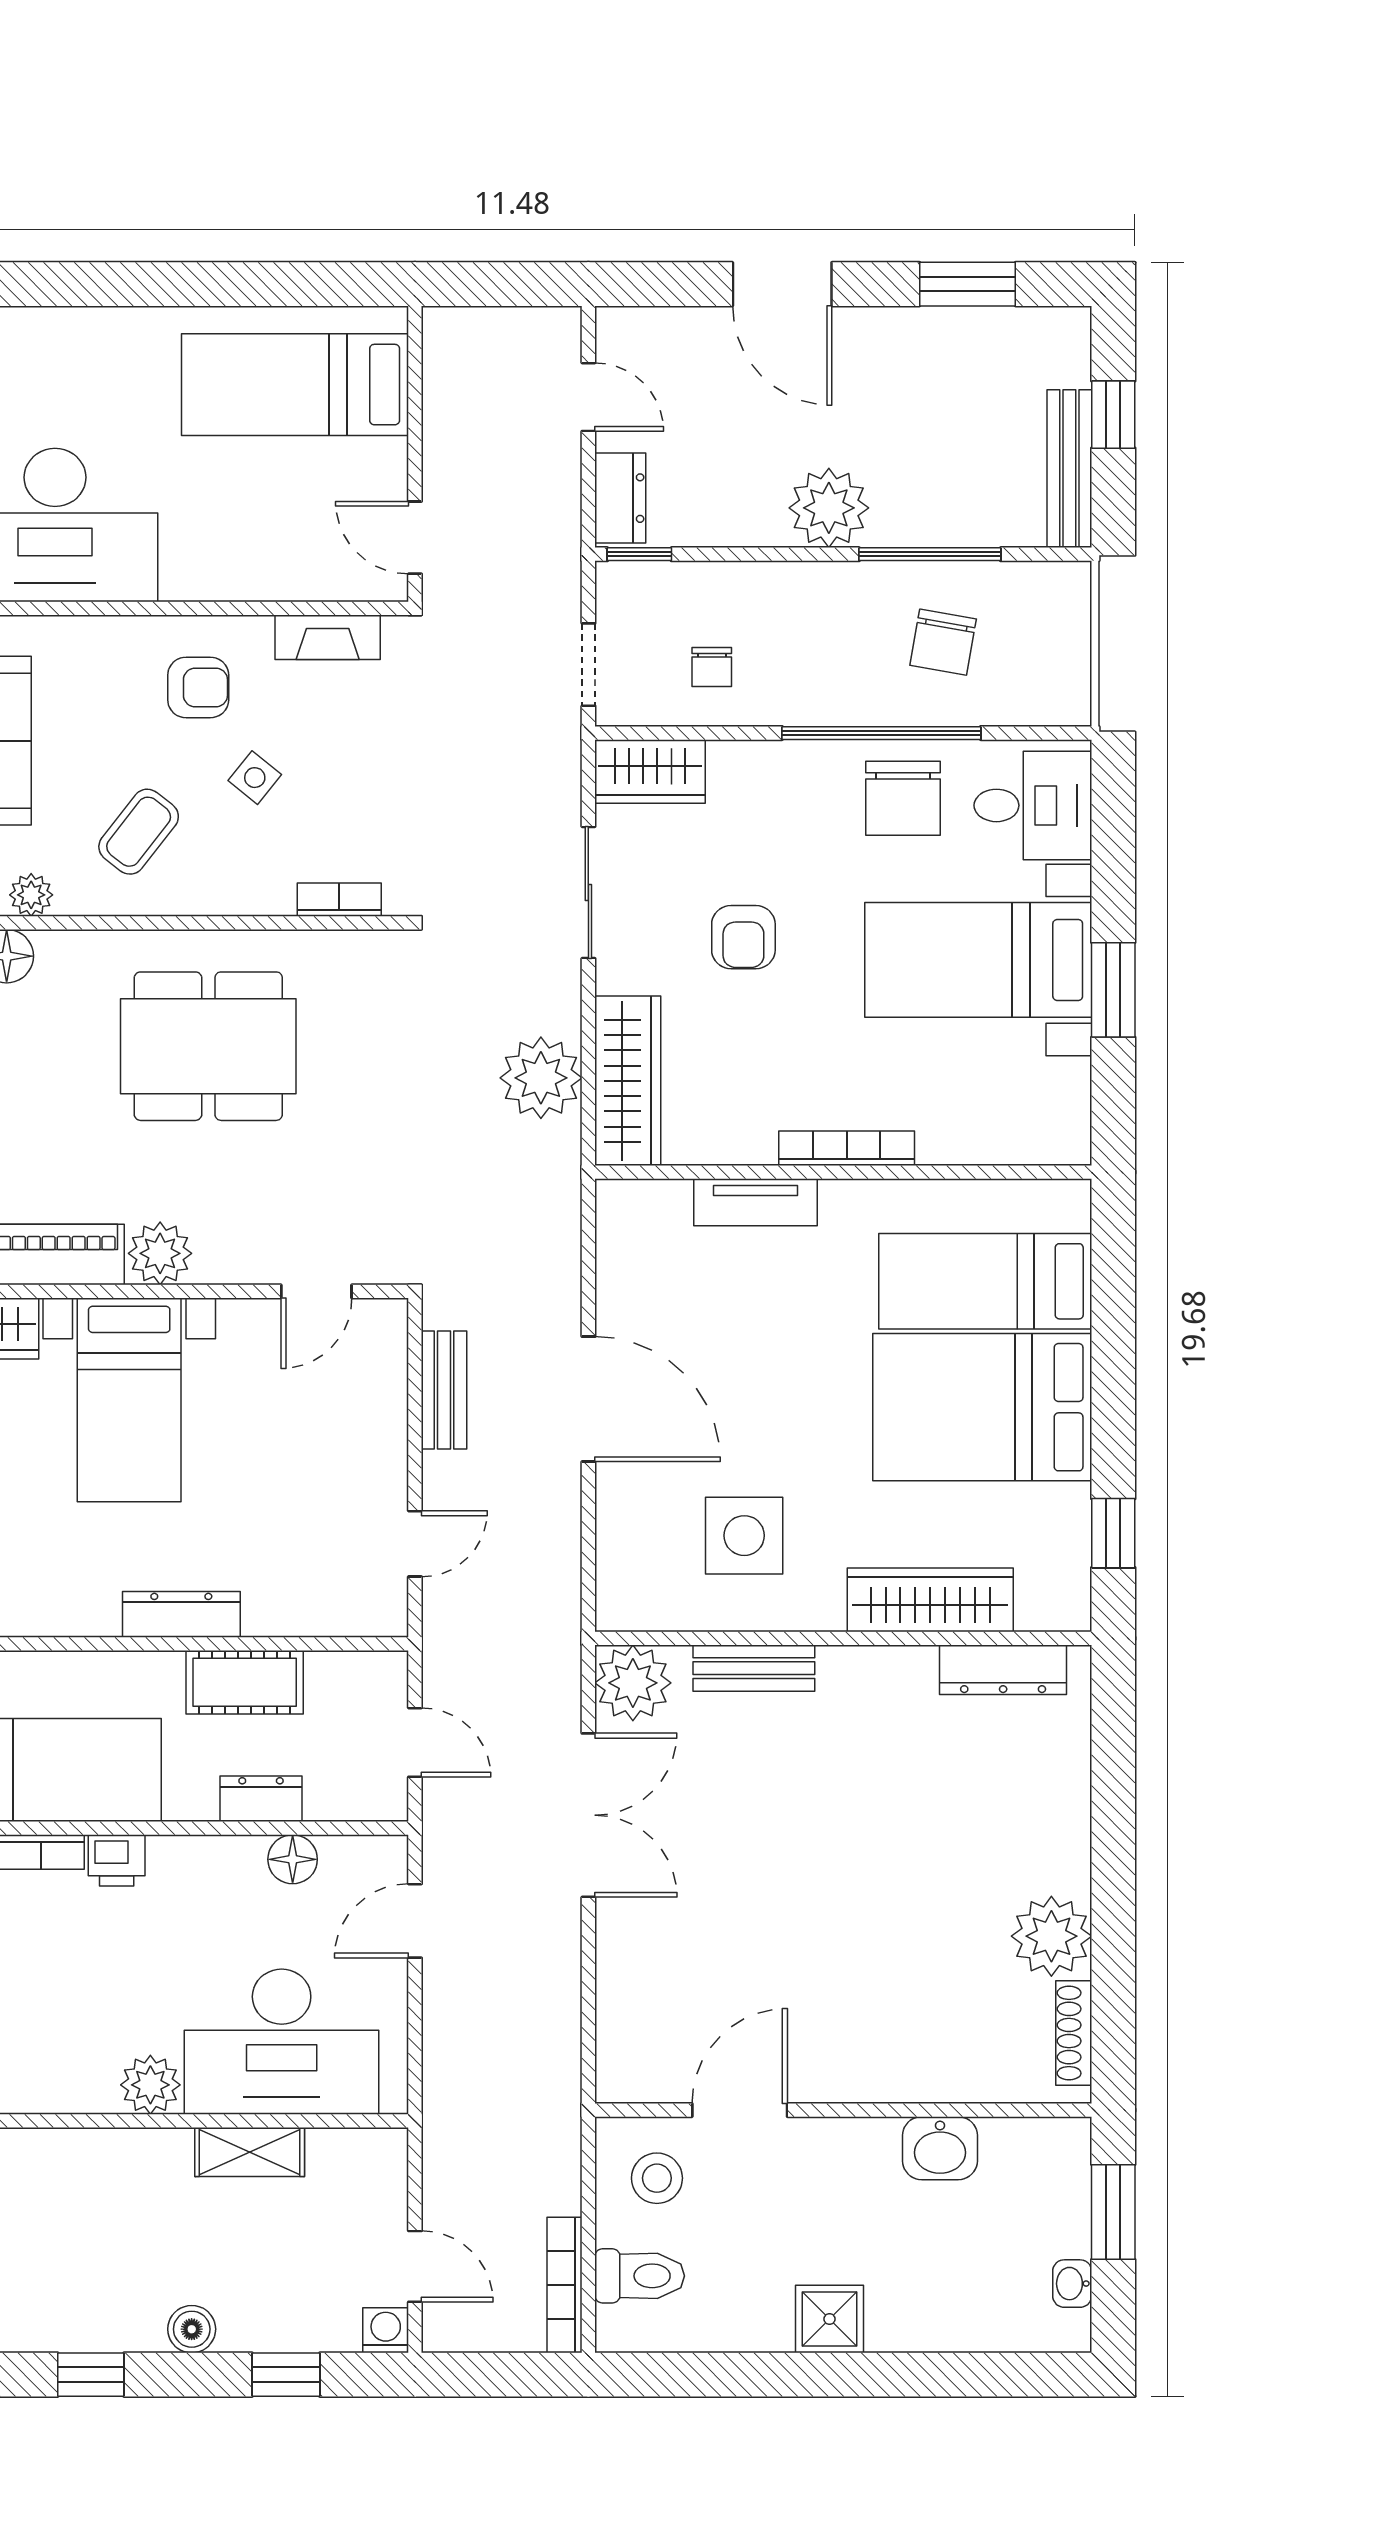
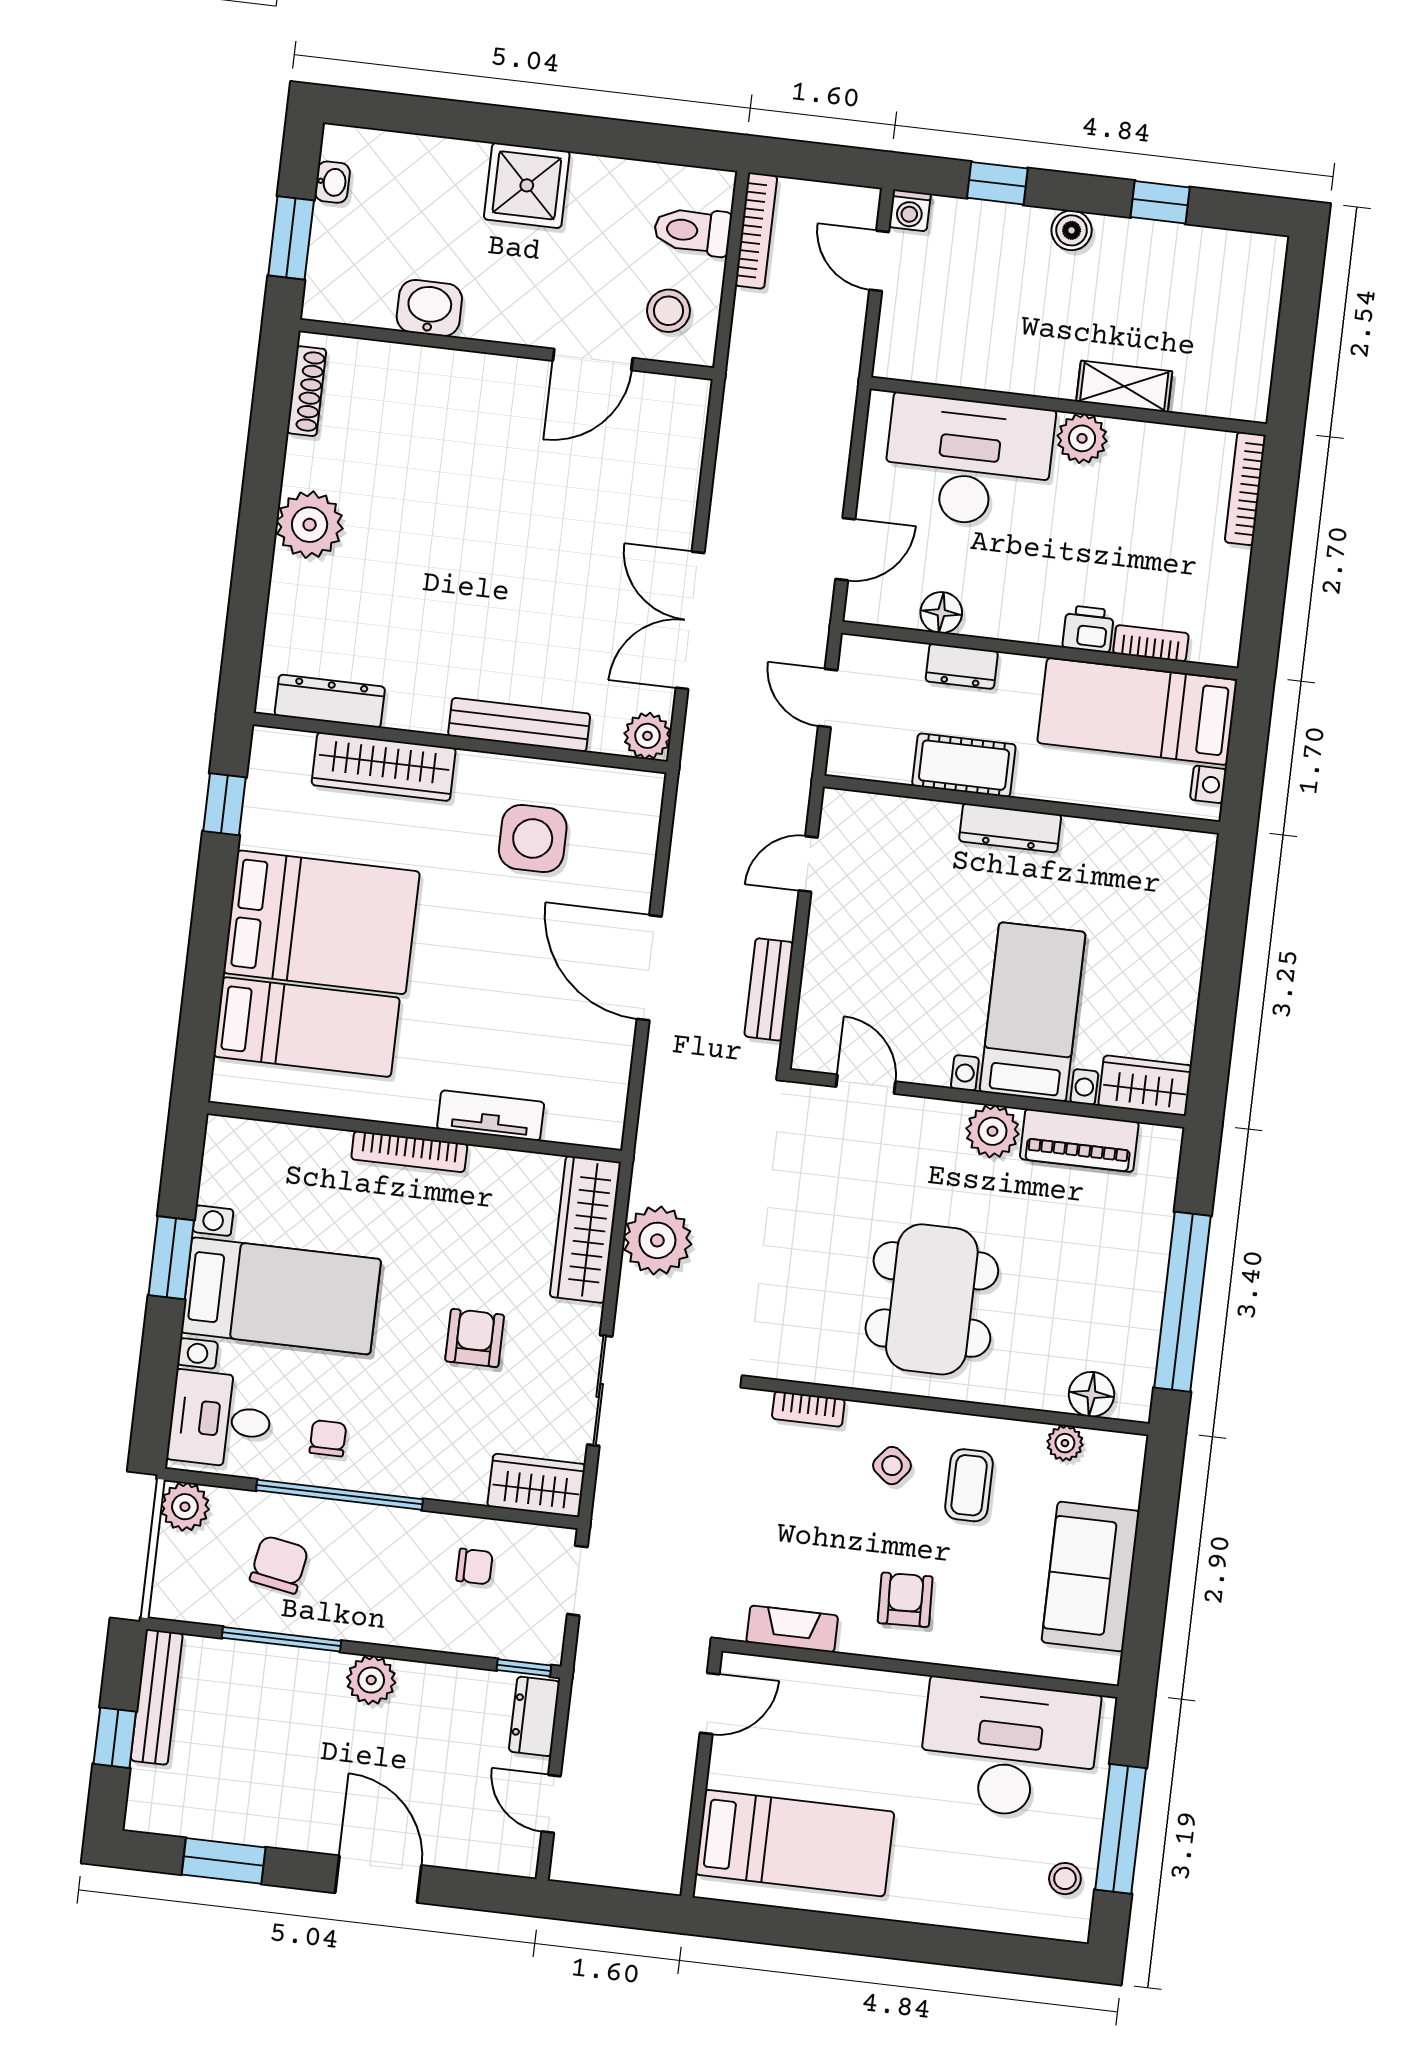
plant: (829, 508) -> (371, 1680), width x0.73, depth x0.73
door: (415, 538) -> (710, 1704), hinge flipped
chair: (712, 667) -> (475, 1567), turned 90
armchair: (198, 687) -> (905, 1600), turned 88
plant: (1062, 697) -> (185, 1507), added
side table: (255, 778) -> (892, 1466), moved
chair: (903, 798) -> (328, 1438), width x0.54, depth x0.54
coffee table: (139, 832) -> (969, 1485), turned -38
dining table: (208, 1046) -> (932, 1299), turned 90
door: (316, 1291) -> (866, 1084), hinge flipped
bench: (754, 1668) -> (519, 725), width x1.36
plant: (633, 1683) -> (647, 736), width x0.73, depth x0.73
plant: (1051, 1936) -> (310, 525), moved
shelving: (250, 2152) -> (1124, 386), moved
shower: (829, 2319) -> (527, 185), width x1.36, depth x1.36

